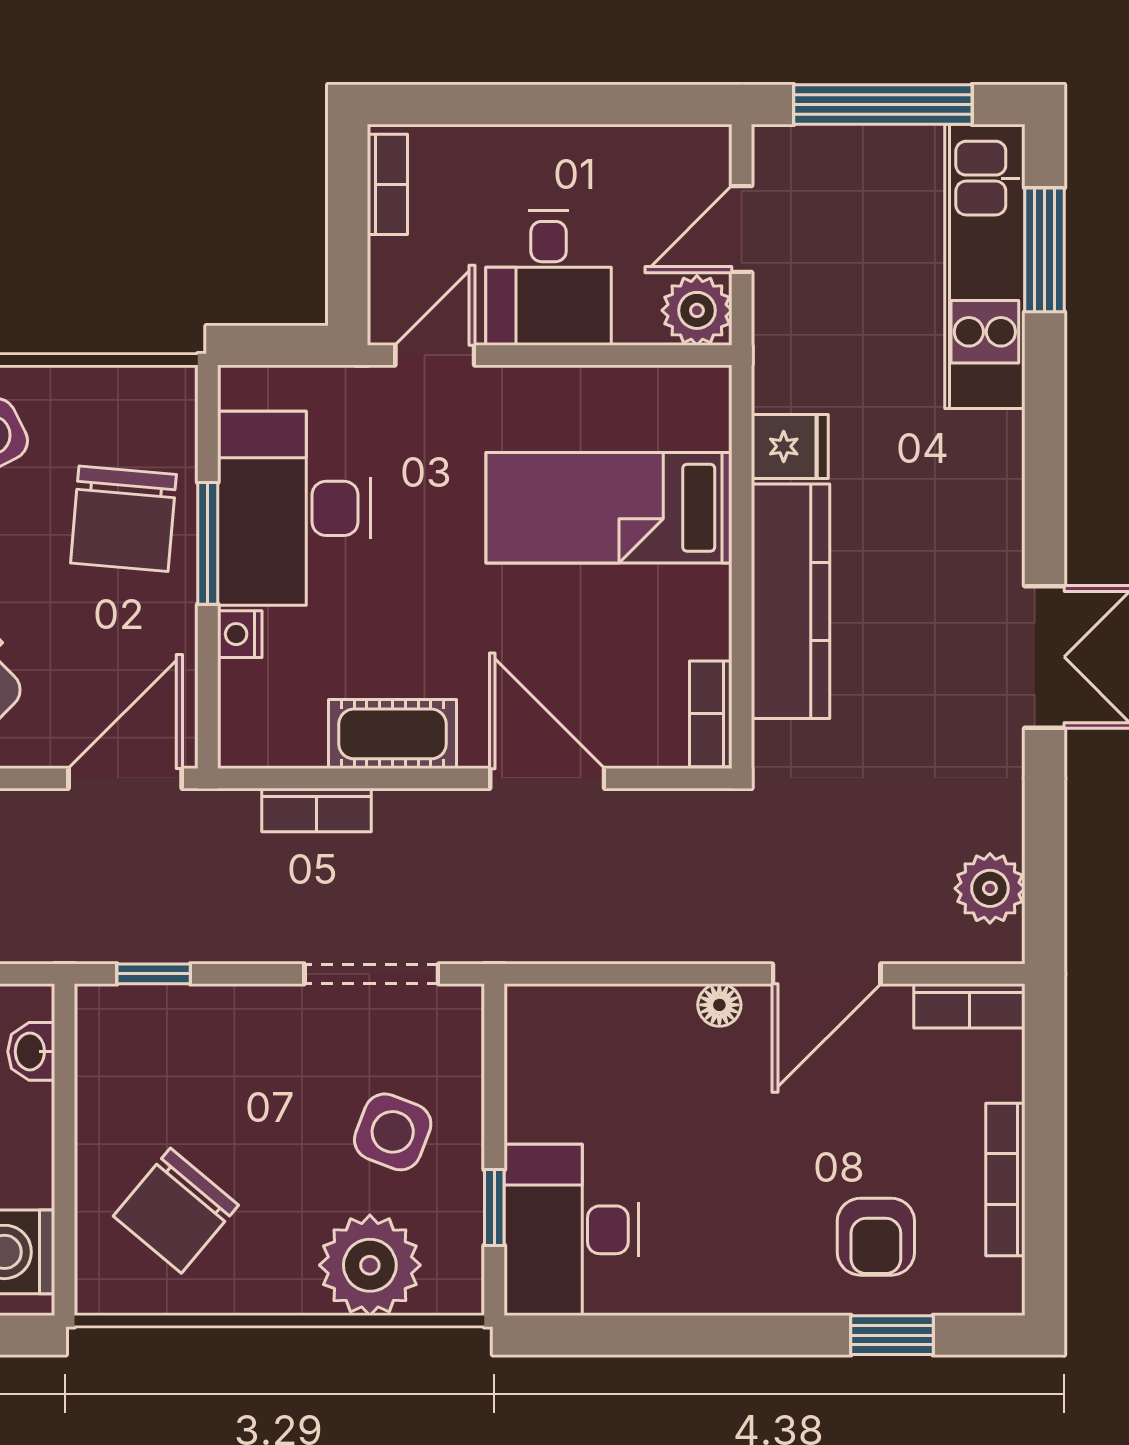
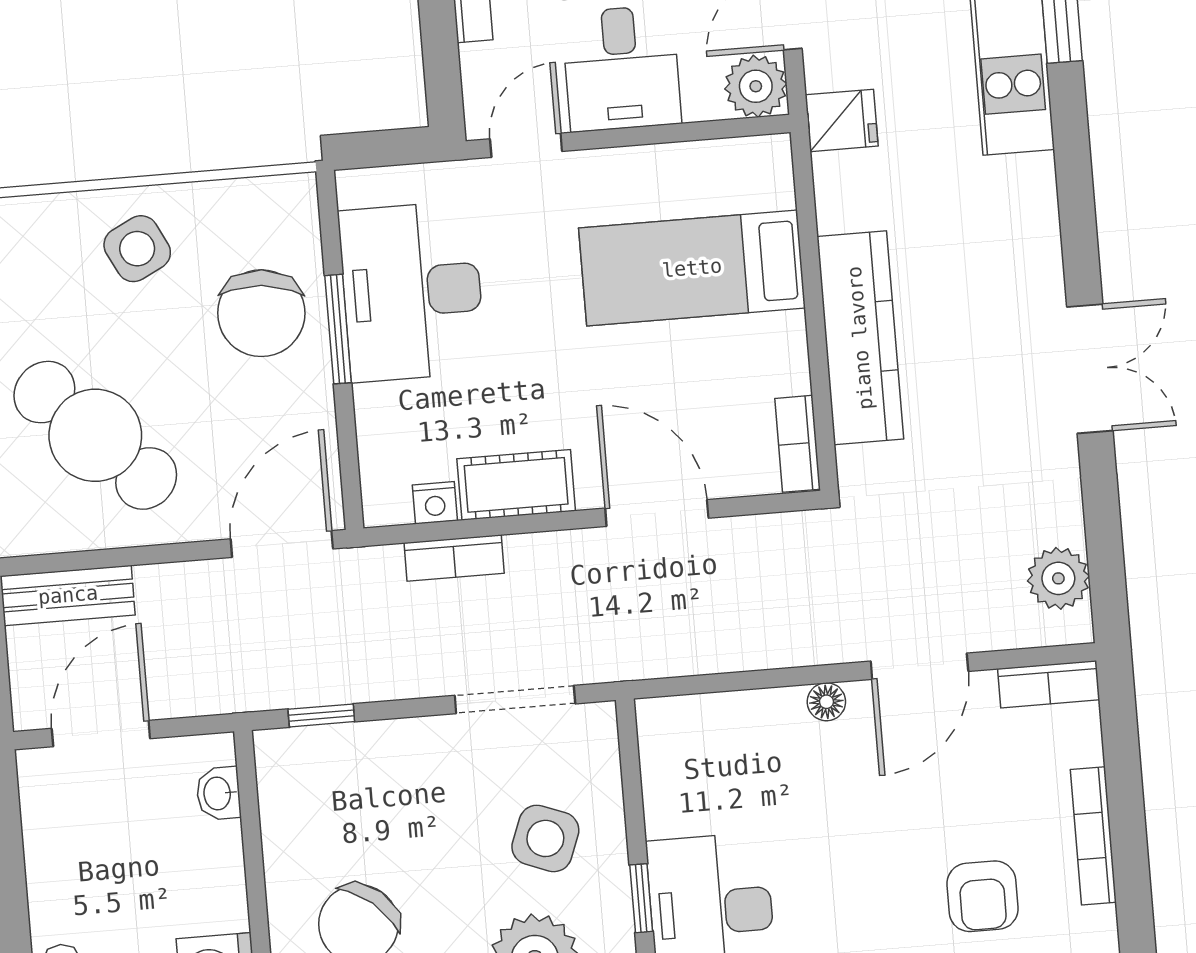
fridge: (790, 446) -> (842, 120), moved
nightstand: (240, 634) -> (435, 503), moved, turned -90

